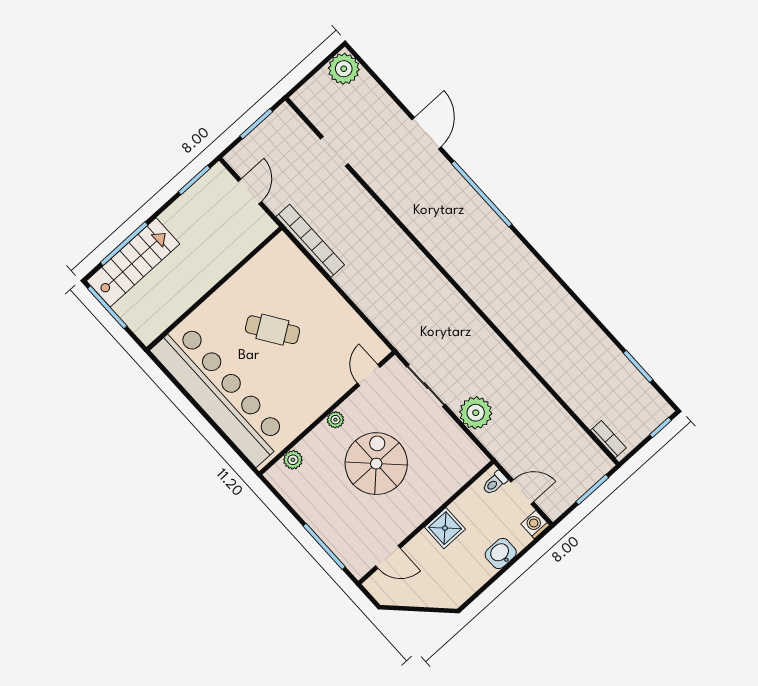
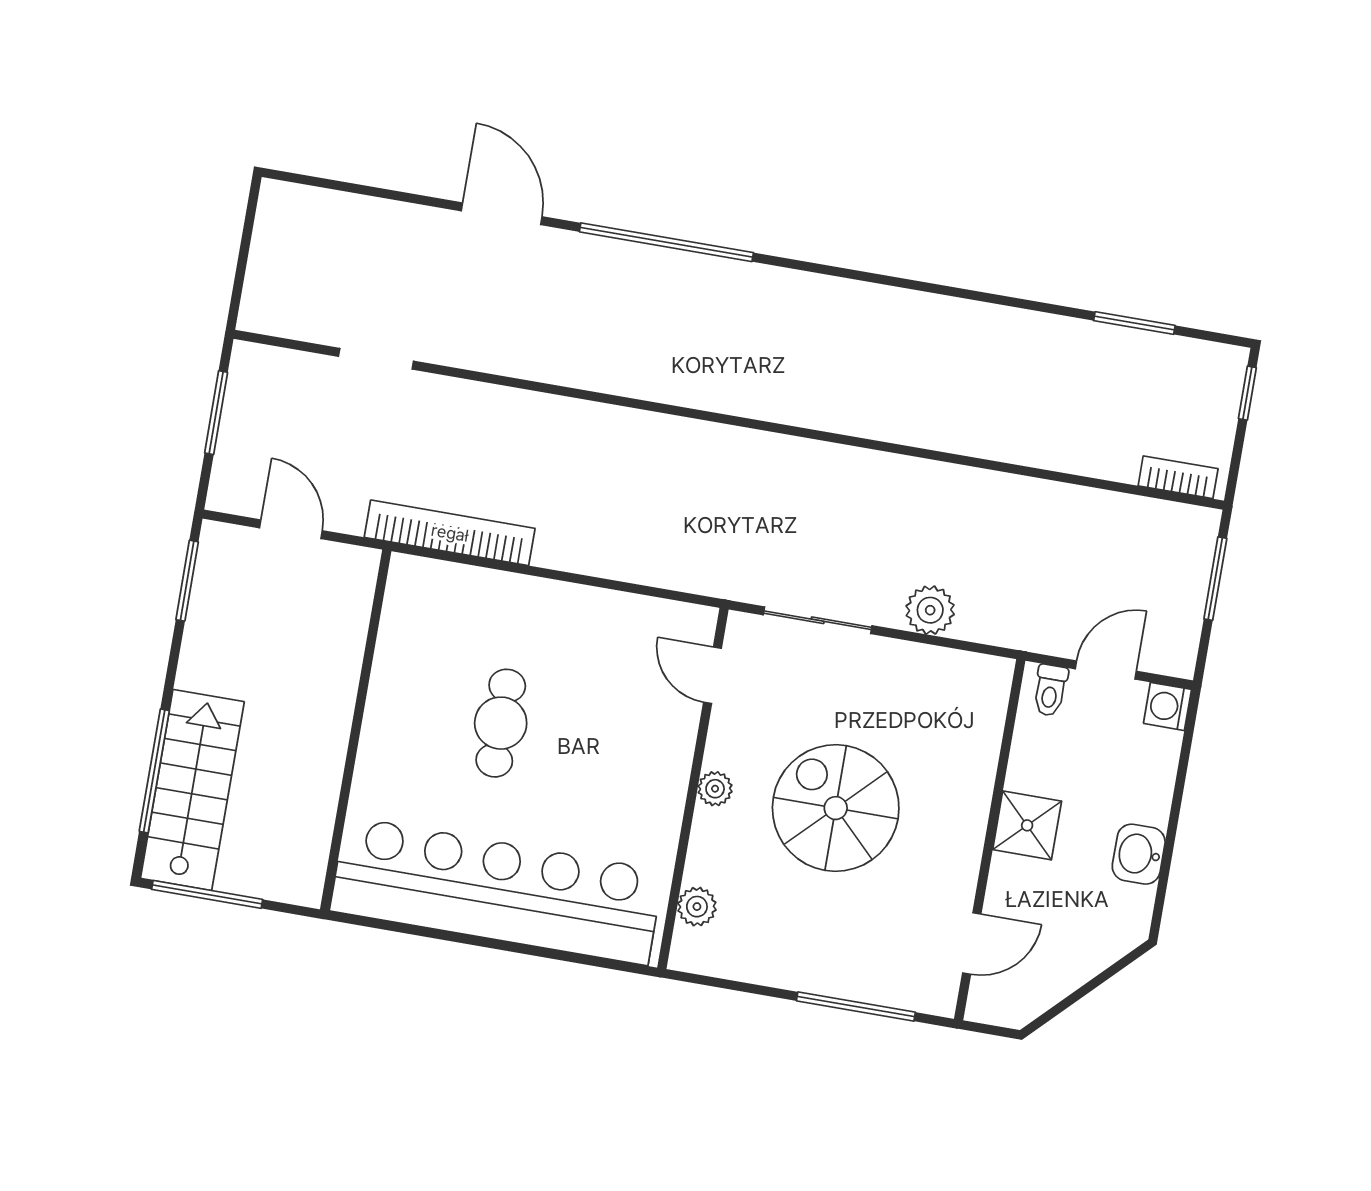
plant: (344, 69) -> (288, 214), removed
cafe table: (272, 330) -> (501, 723), turned -56
plant: (476, 413) -> (930, 610), width x0.73, depth x0.73
washbasin: (501, 554) -> (1139, 854), moved

